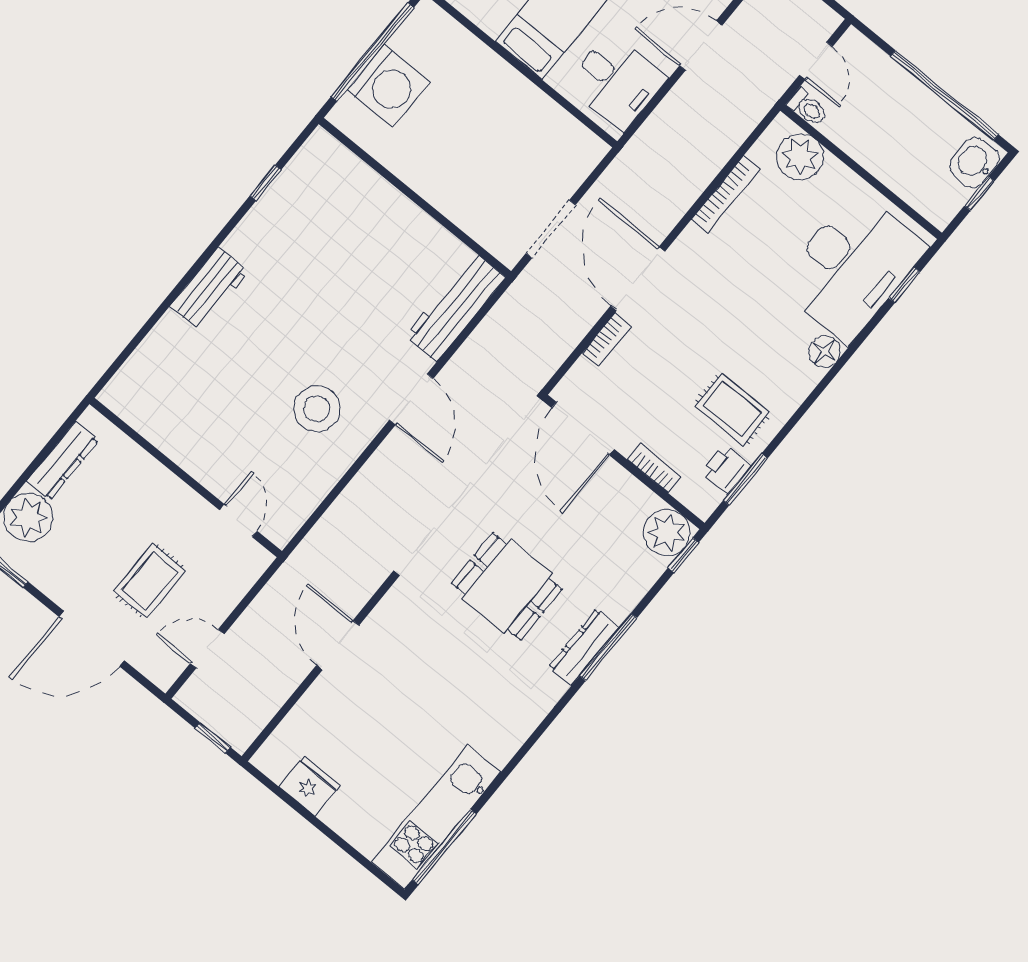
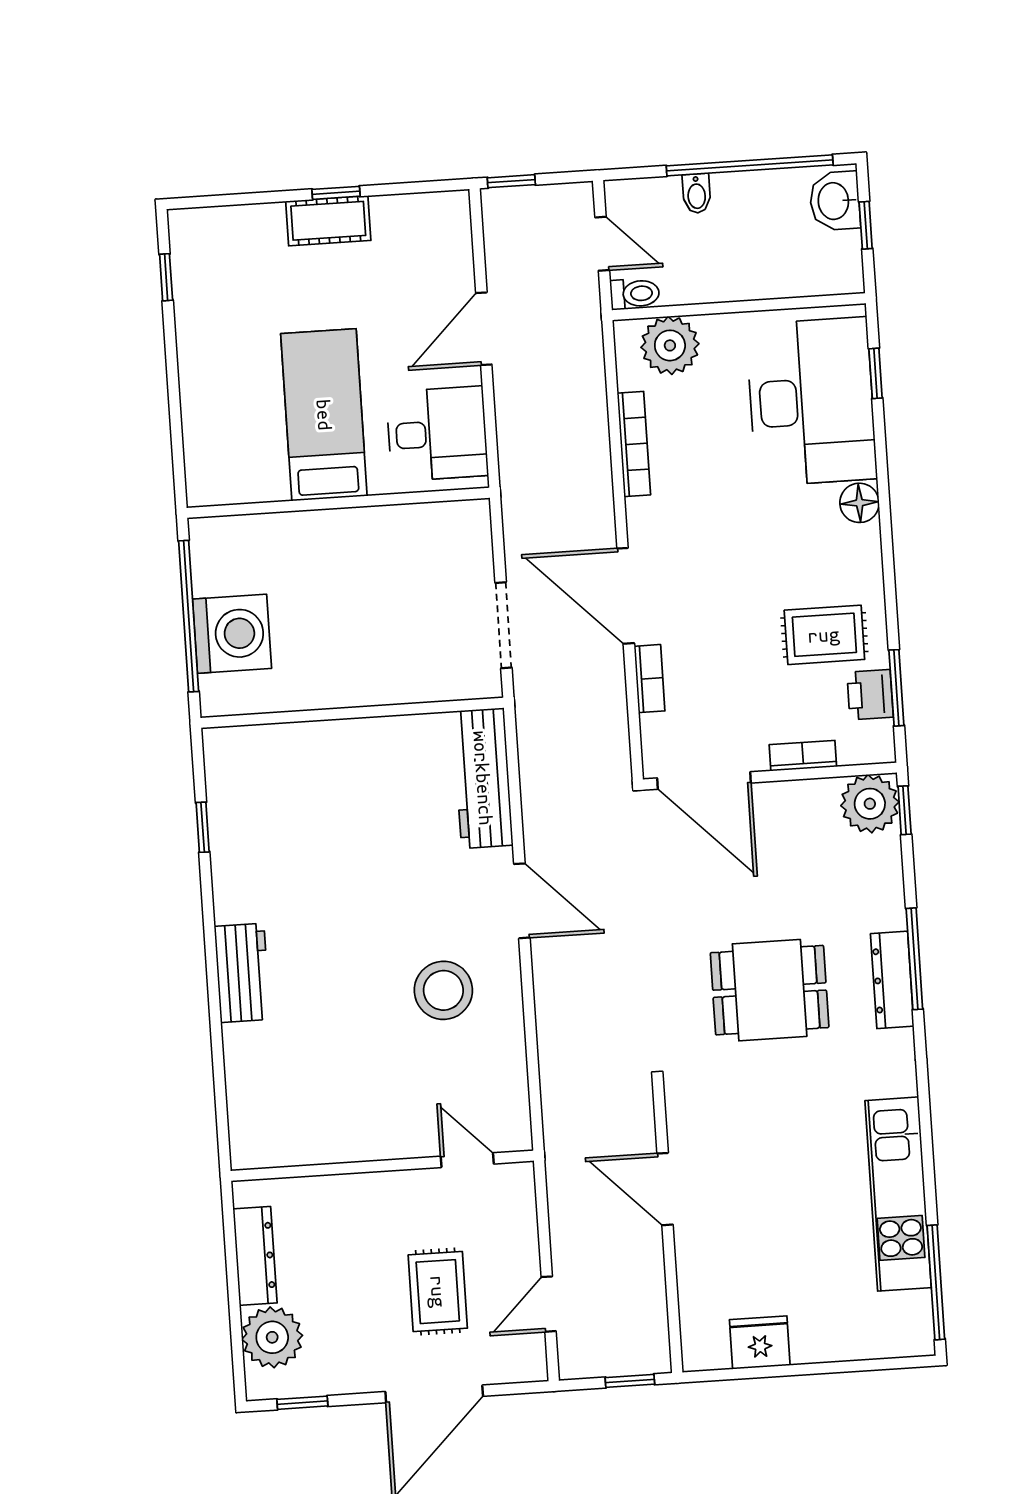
bidet: (898, 83) -> (697, 193), added
kitchen unit: (436, 817) -> (898, 1194), moved

